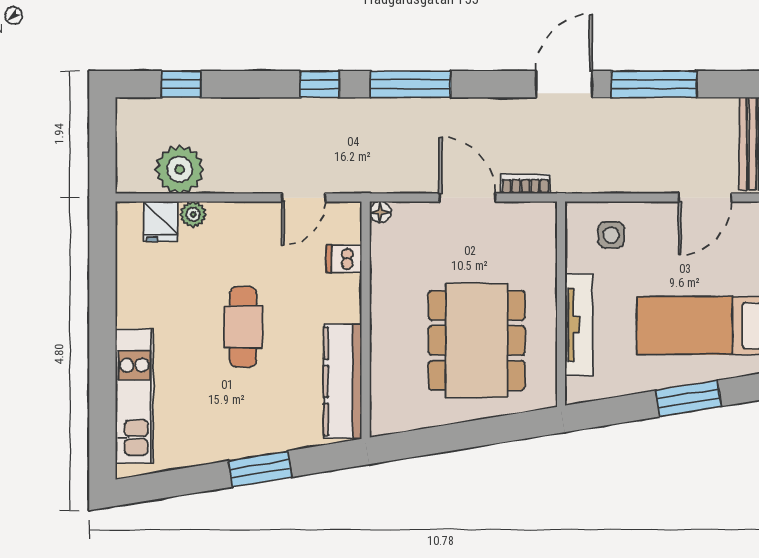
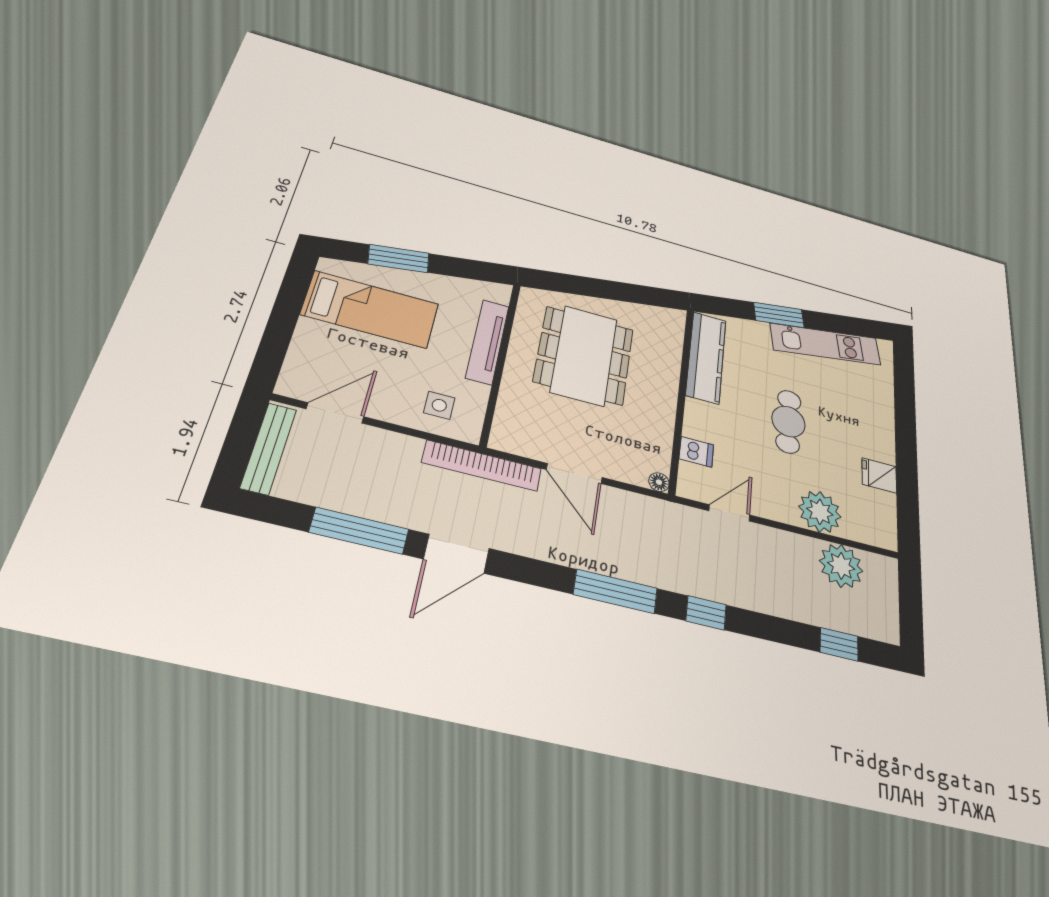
bookcase: (525, 184) -> (482, 466), width x2.31, depth x1.31
plant: (193, 214) -> (820, 512), width x1.88, depth x1.88
fridge: (161, 222) -> (879, 475), moved, turned -90
kitchen unit: (134, 396) -> (826, 344), moved, turned -99

